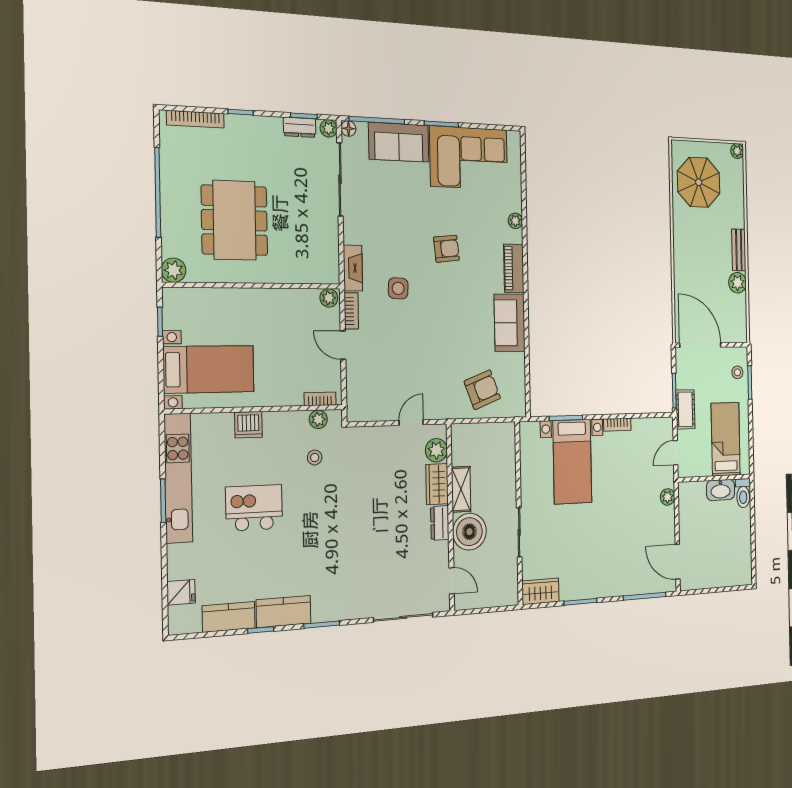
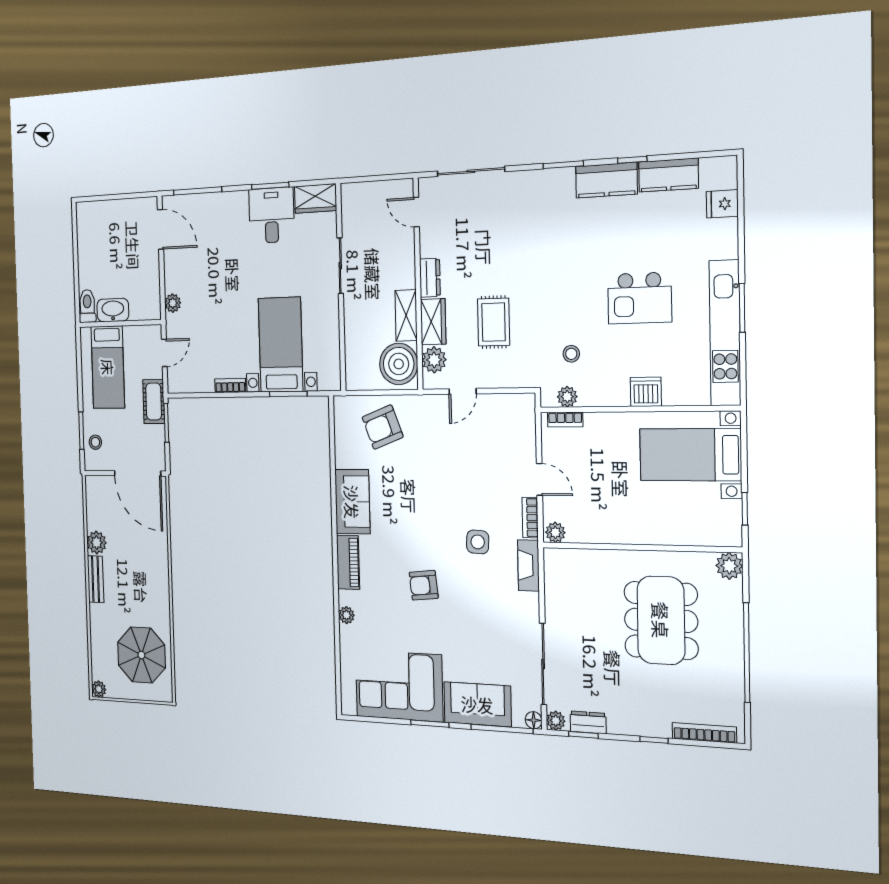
rug: (384, 485) -> (494, 322), added
boiler: (469, 532) -> (399, 364), moved
desk: (580, 576) -> (272, 215), added

